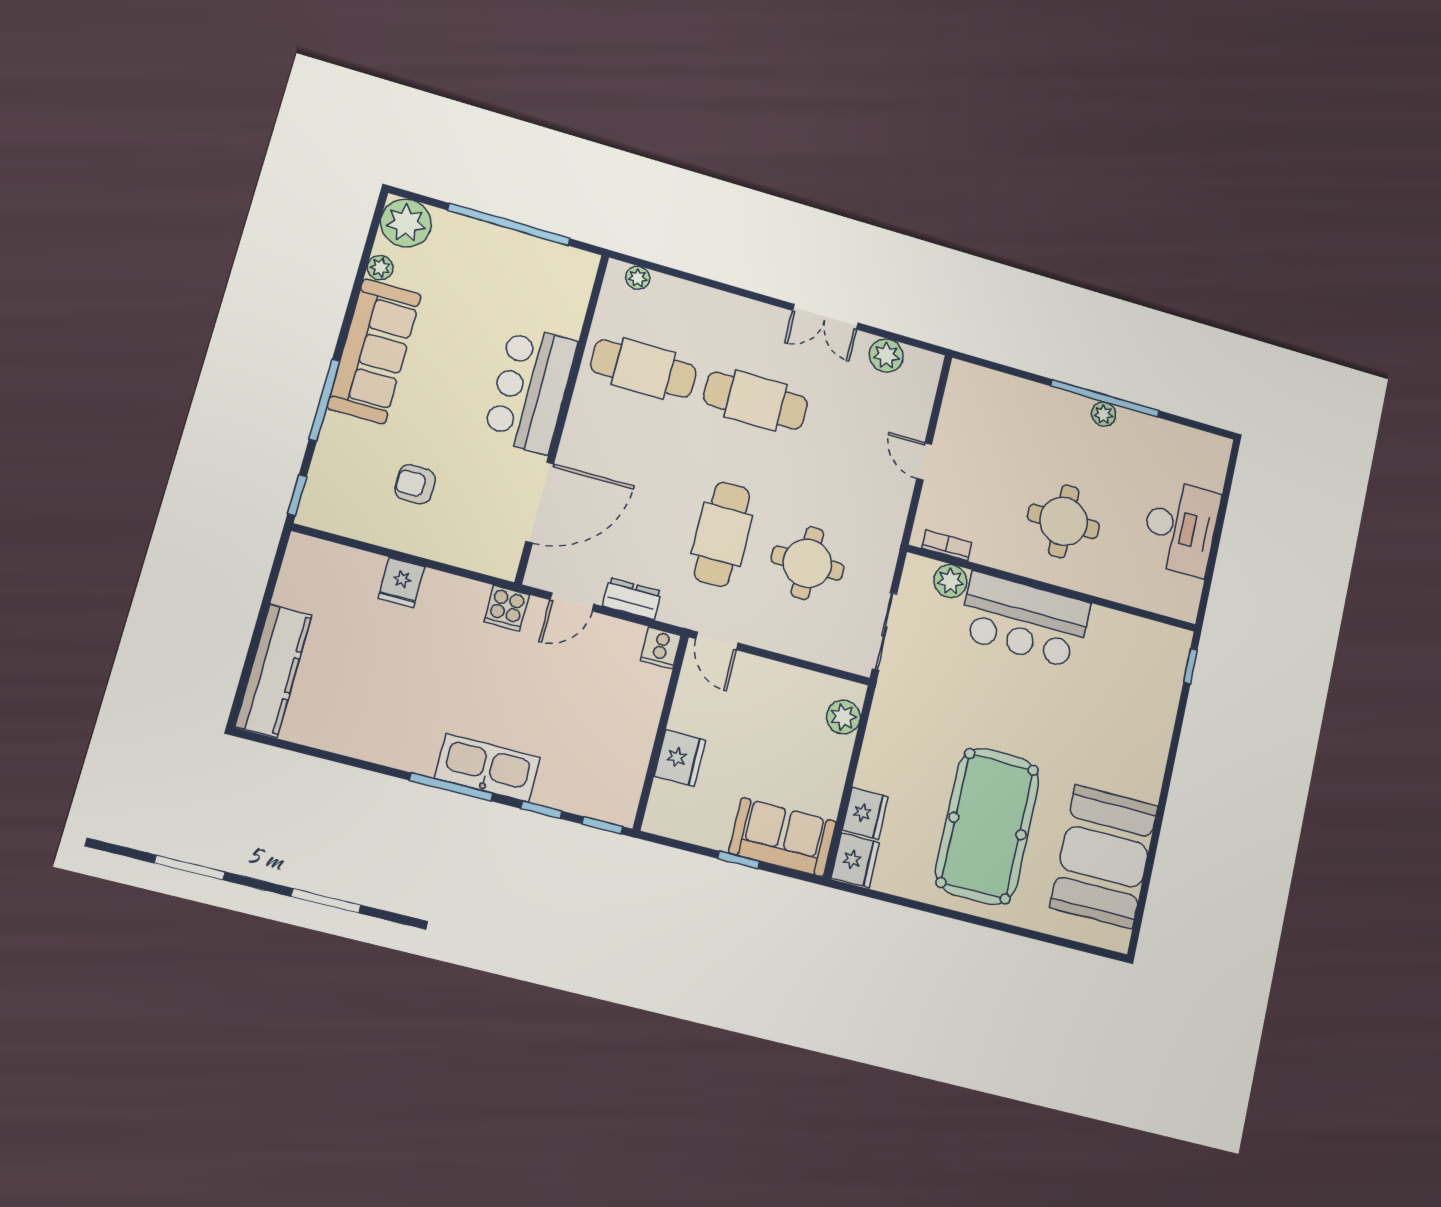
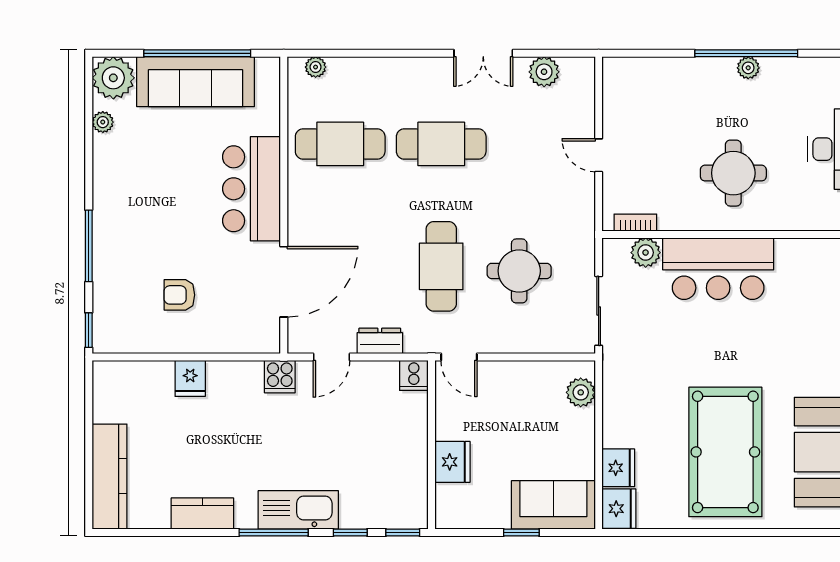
sofa: (374, 351) -> (195, 82), moved, turned 90
kitchen counter: (373, 743) -> (202, 514), added

